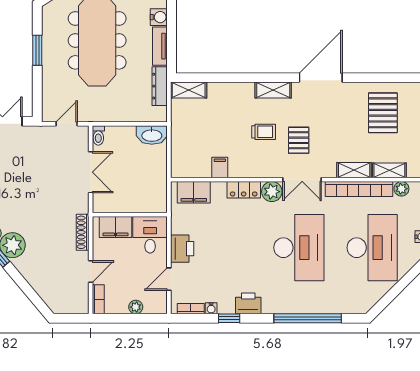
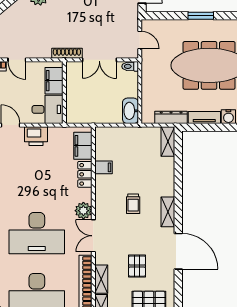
pallet: (299, 140) -> (137, 266), moved, turned 90
locker: (244, 190) -> (85, 174), moved
shoe rack: (83, 232) -> (67, 53), moved

